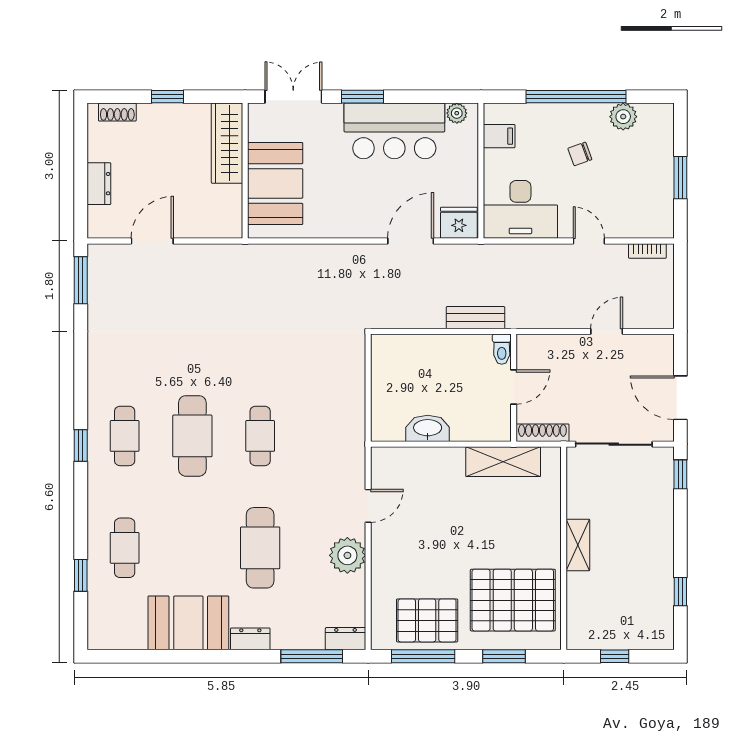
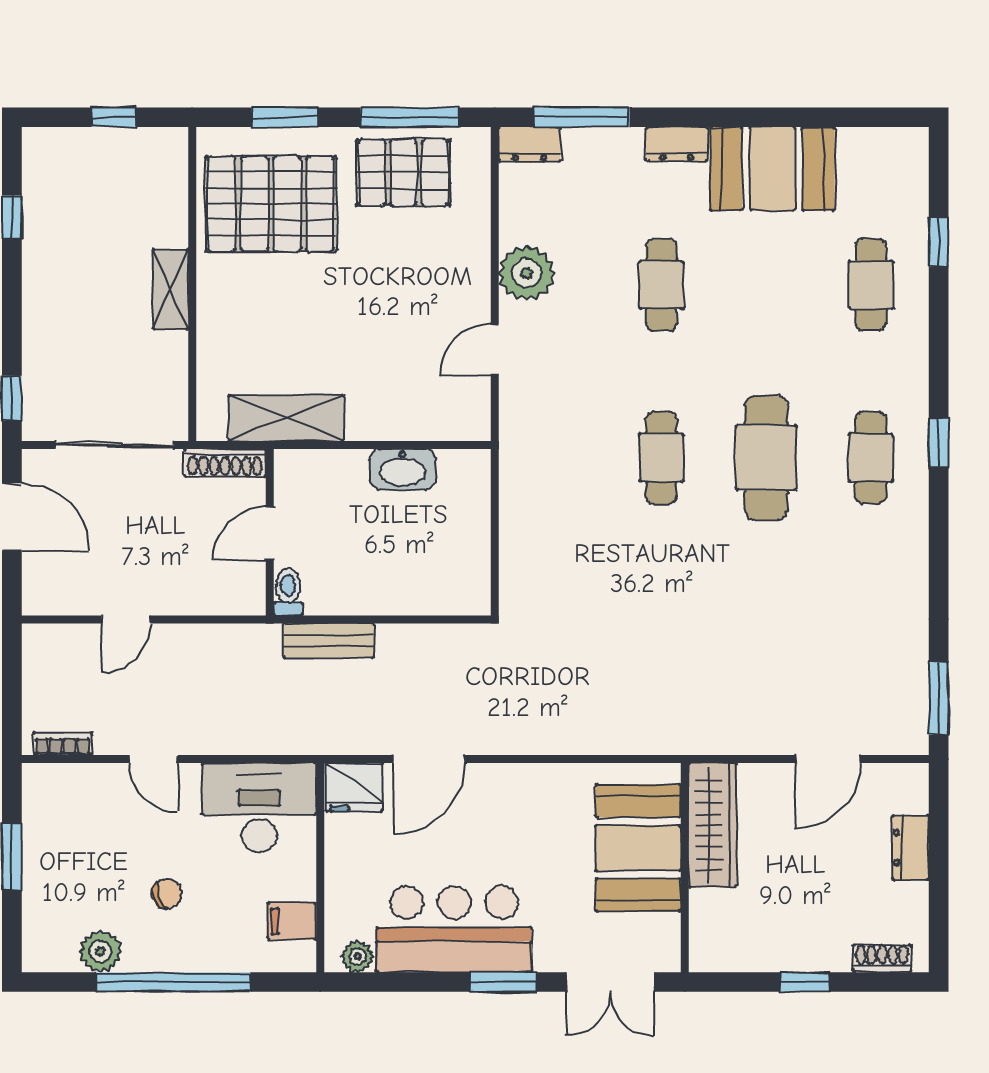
wardrobe: (227, 143) -> (713, 825), moved
cafe table: (260, 548) -> (661, 285), width x0.73, depth x0.74

